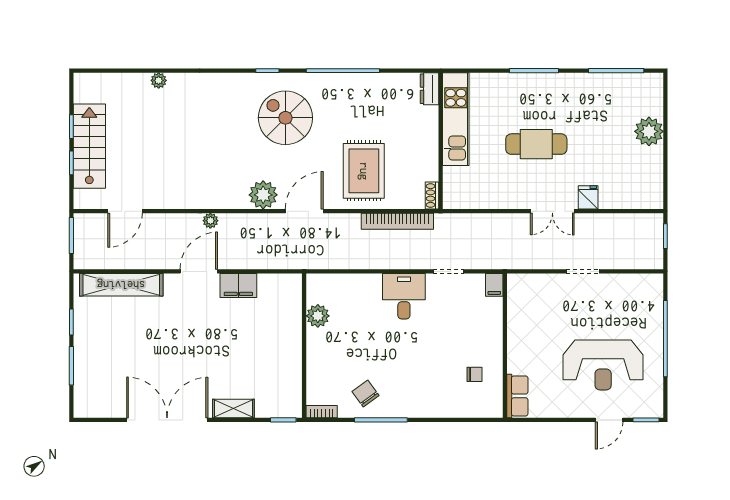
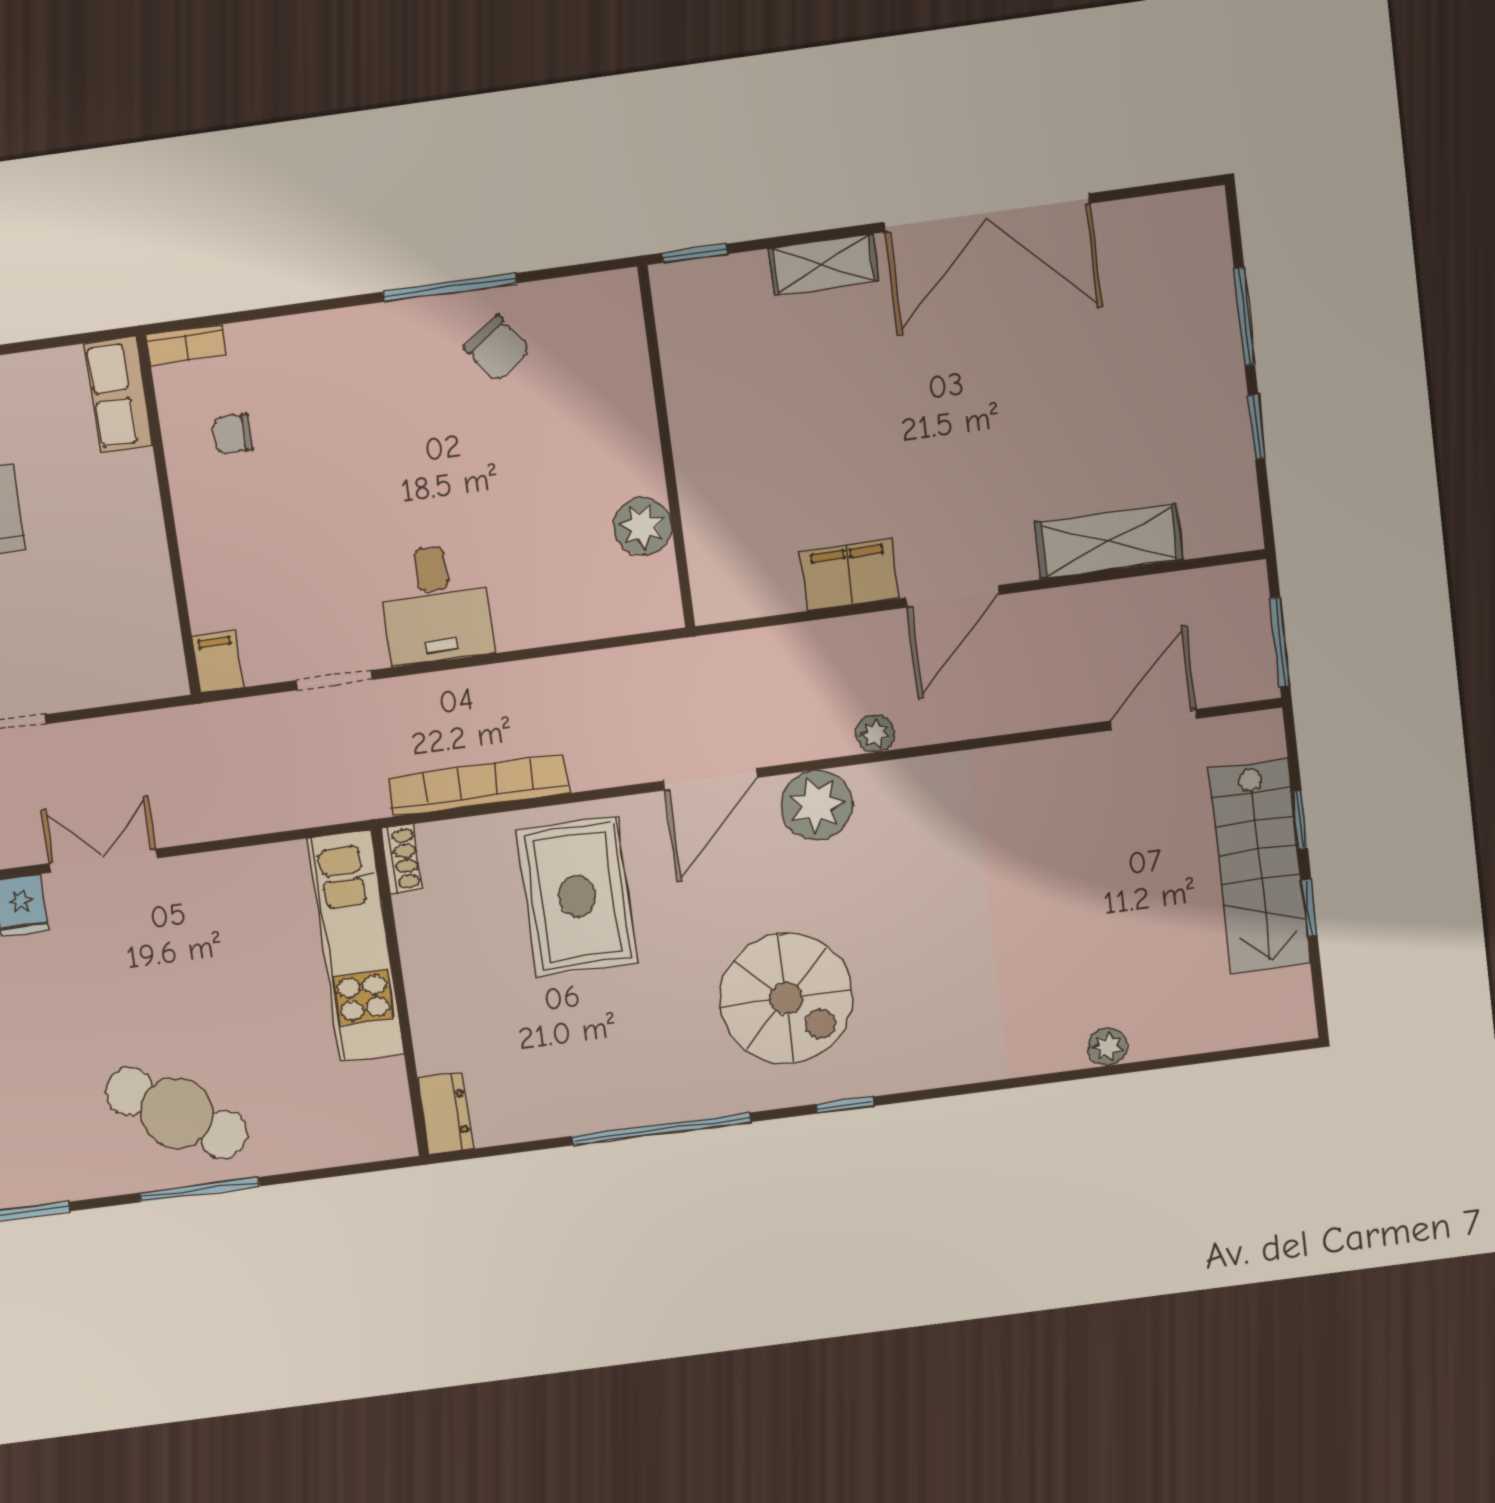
kitchen unit: (456, 119) -> (356, 946), moved
cafe table: (536, 144) -> (177, 1113), moved, turned 33
plant: (210, 221) -> (875, 733), moved
shelving: (121, 285) -> (1109, 541), width x0.68
bookcase: (322, 412) -> (187, 345), moved

